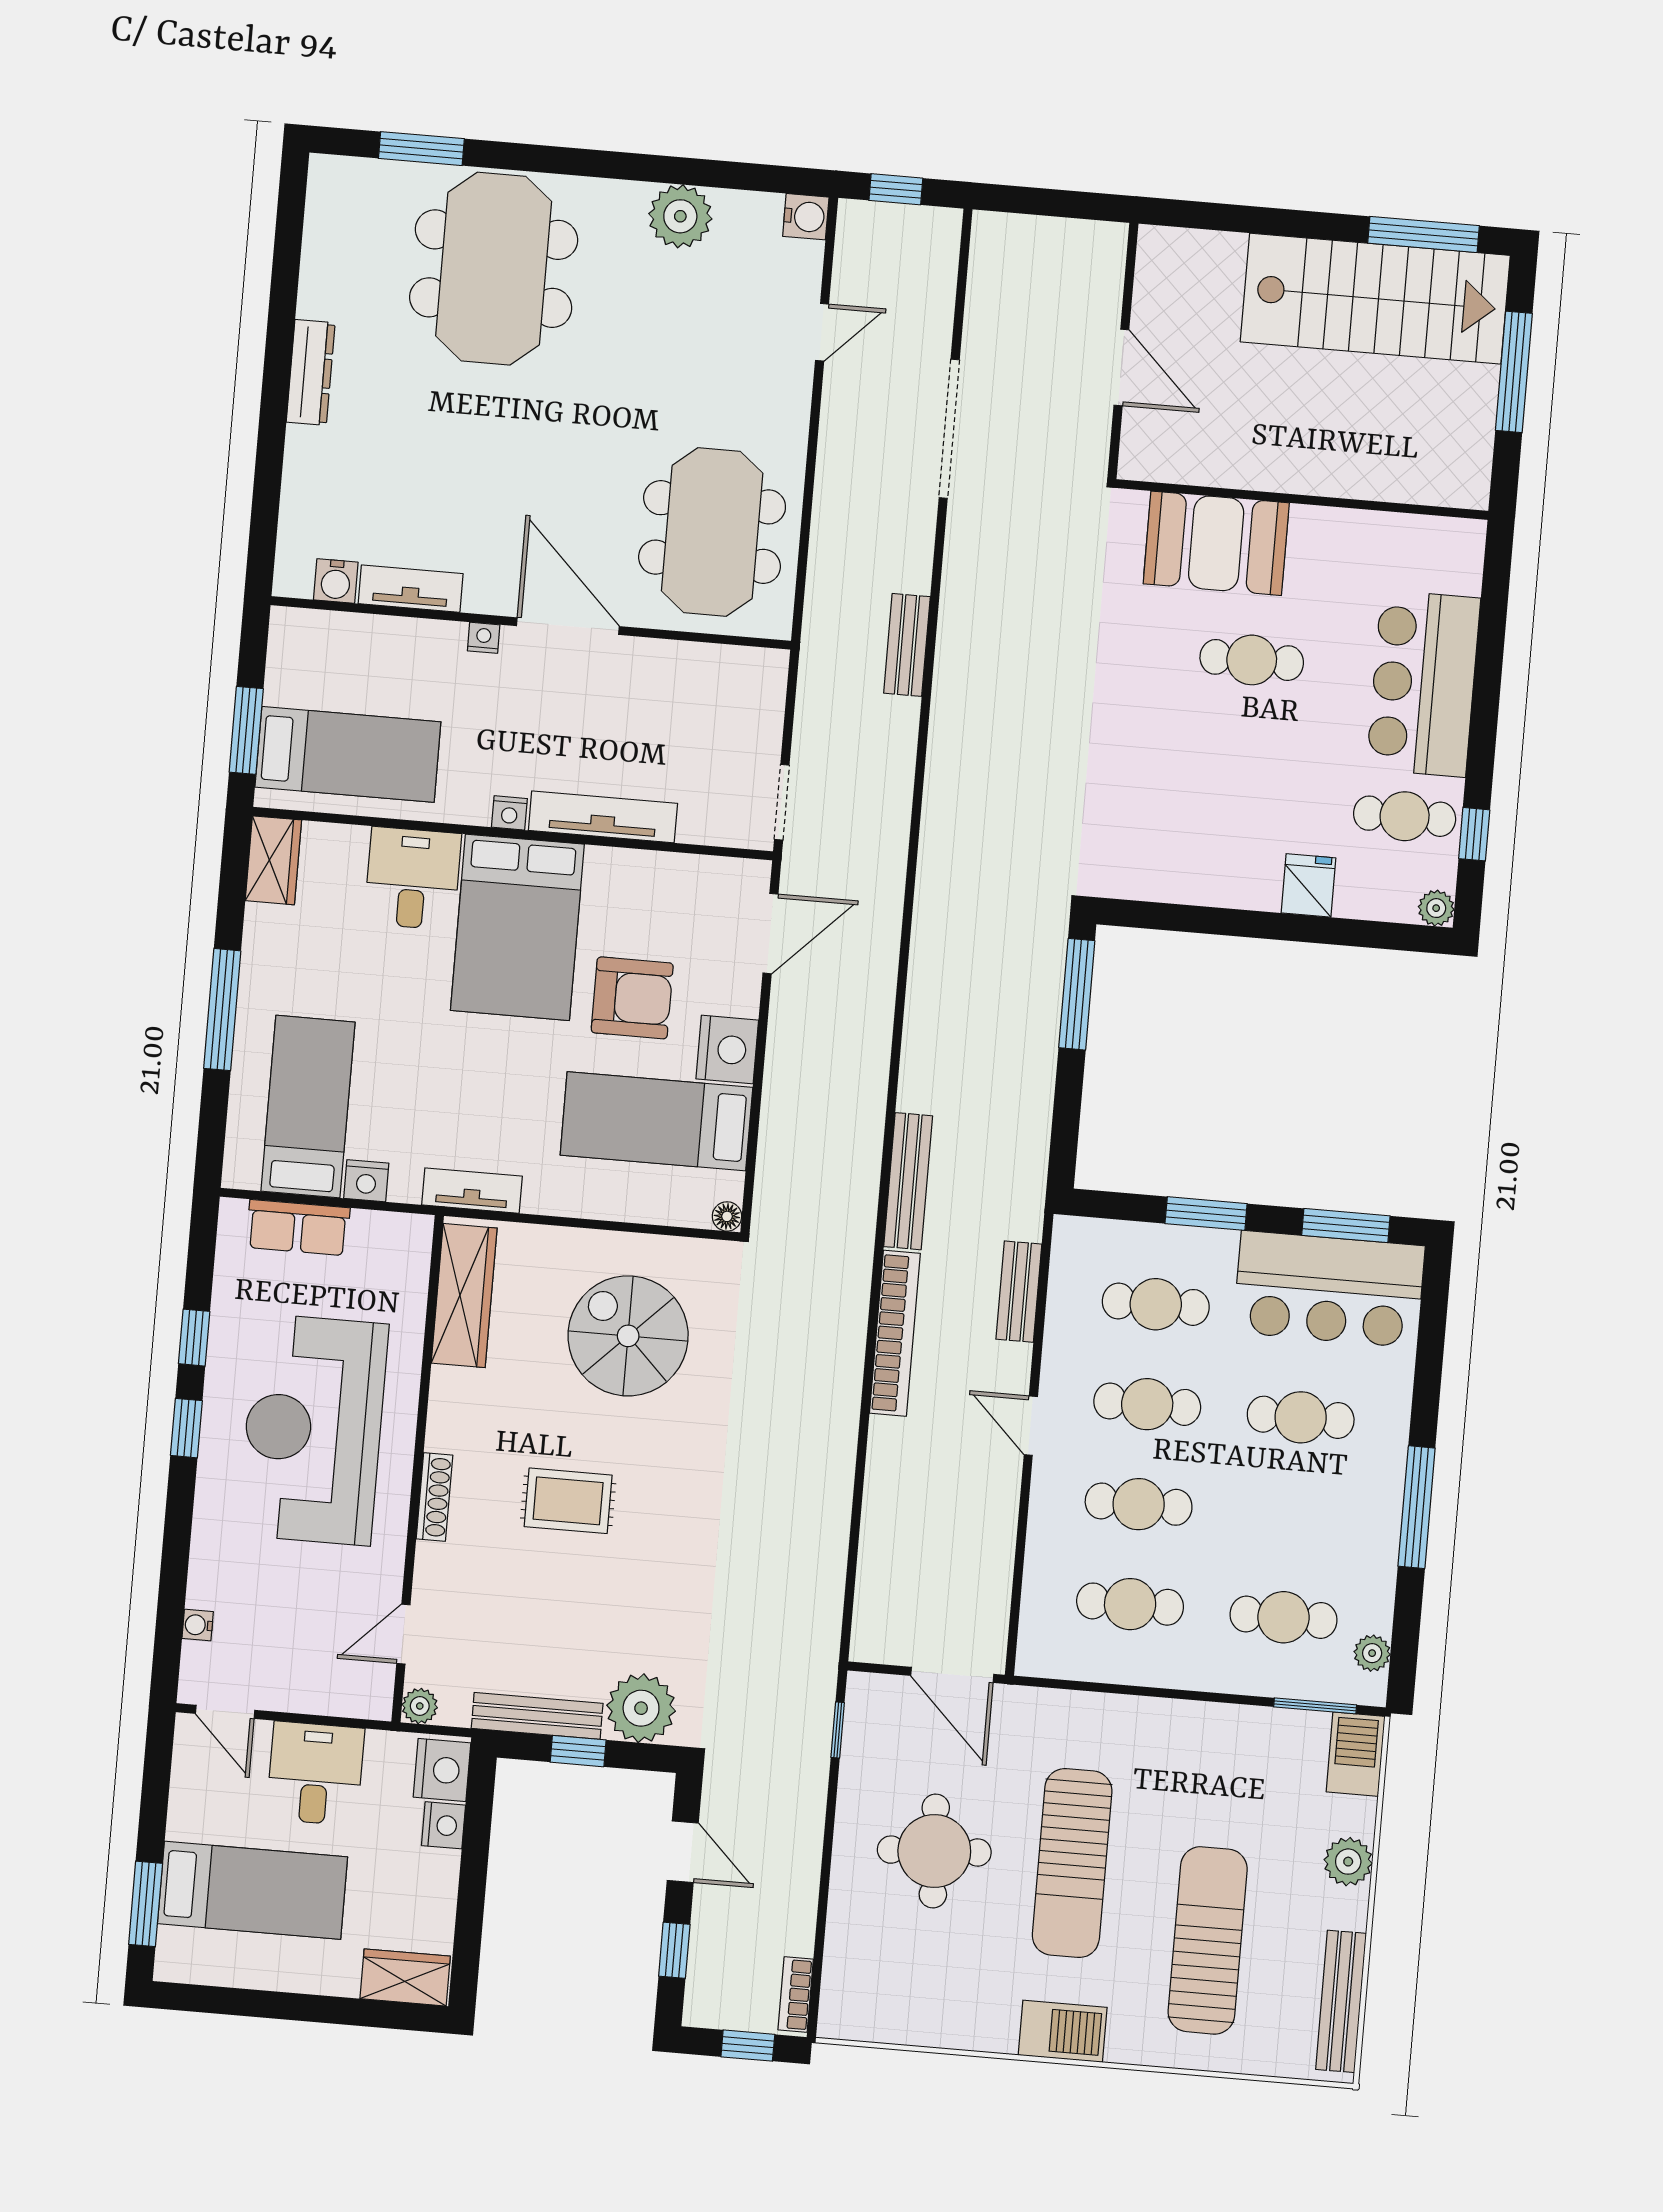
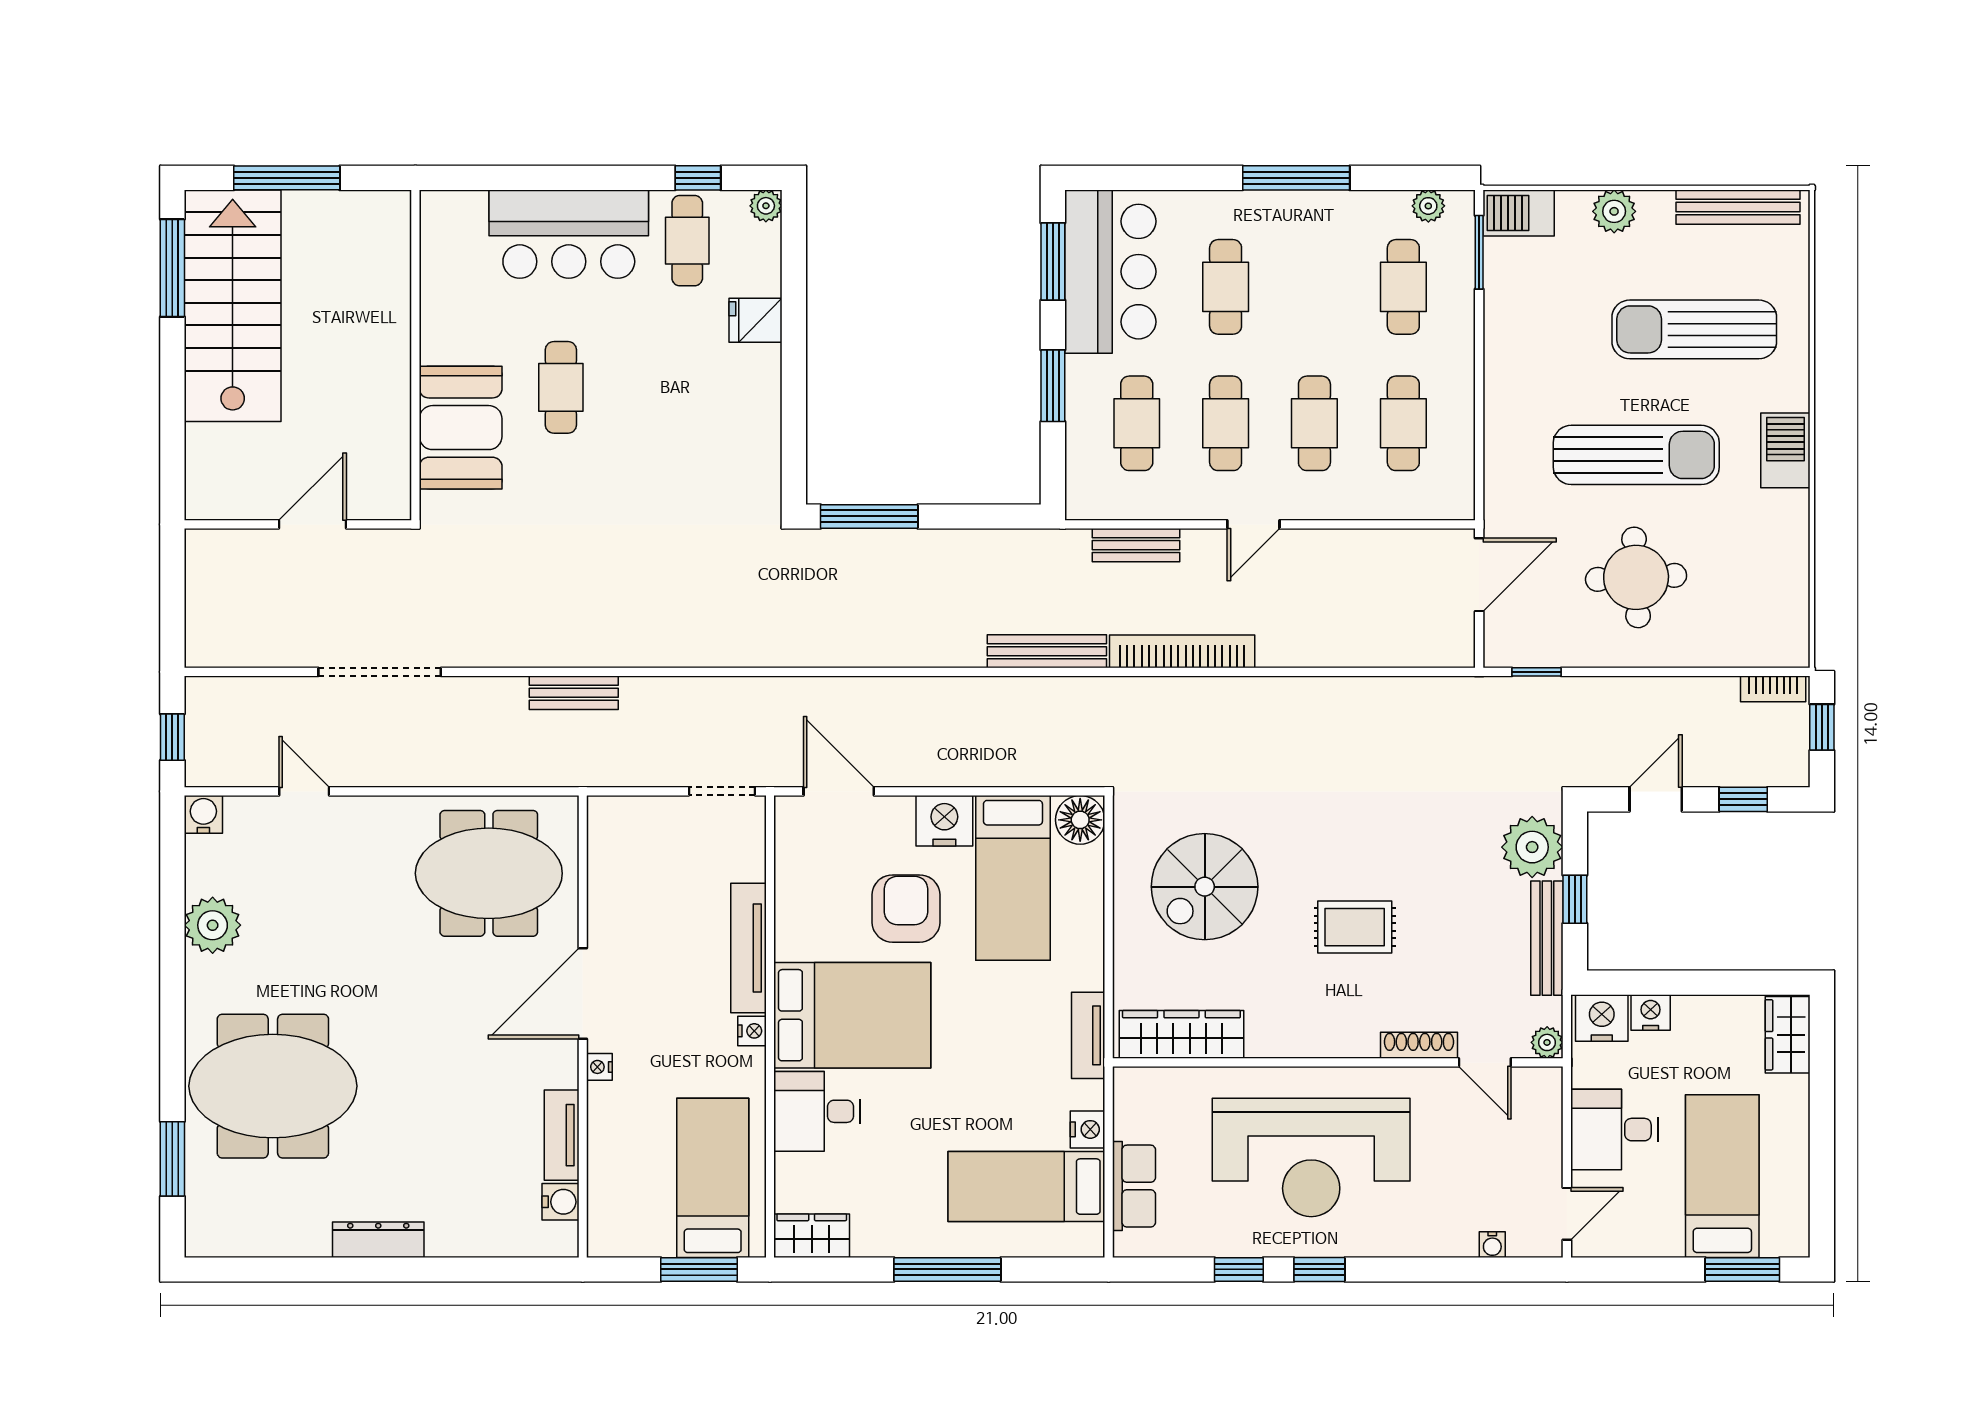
floor lamp: (727, 1216) -> (1080, 820), width x1.89, depth x1.89
shoe rack: (434, 1497) -> (1419, 1045), moved
rug: (568, 1501) -> (1355, 927), turned 90

